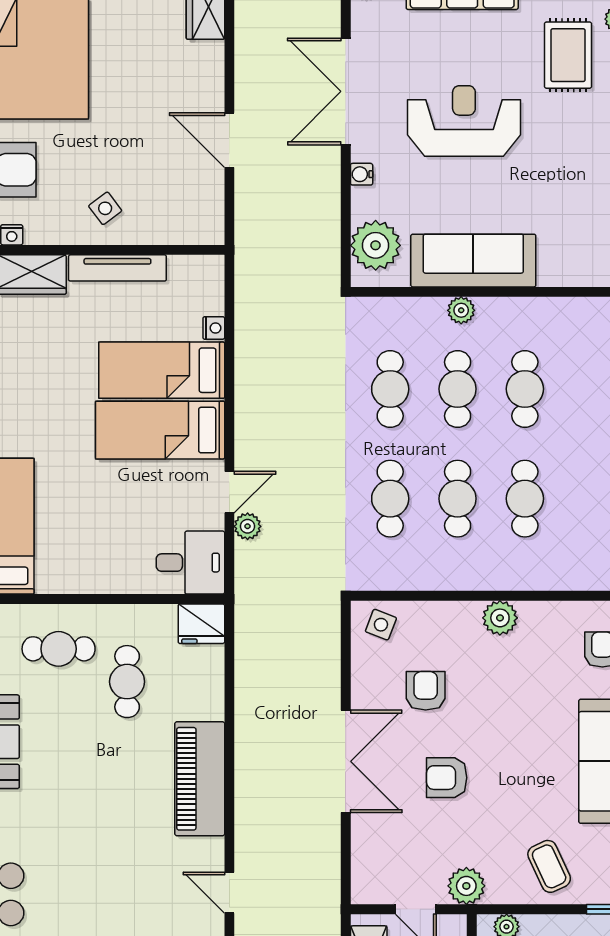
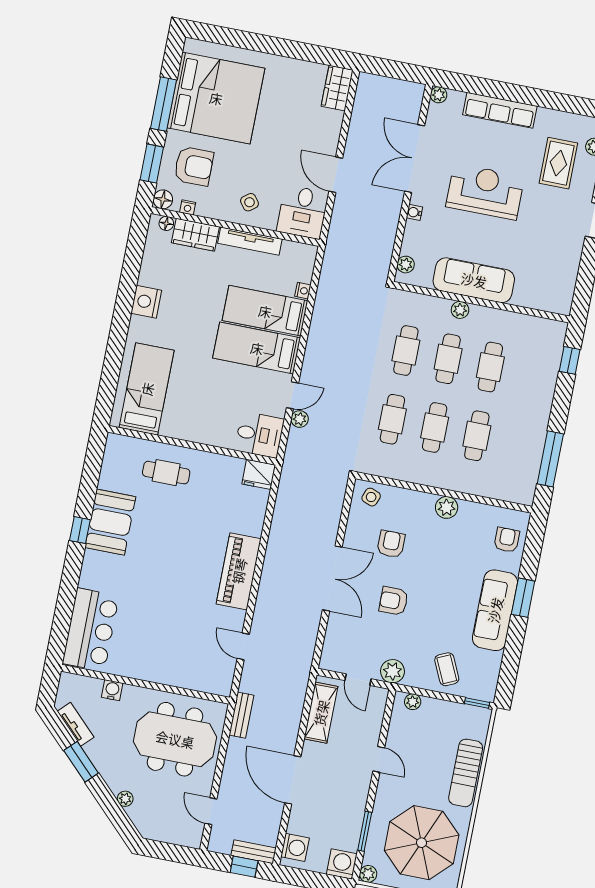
desk: (190, 207) -> (303, 212), added
plant: (376, 245) -> (406, 265), width x0.53, depth x0.53
cafe table: (127, 682) -> (205, 501), removed

